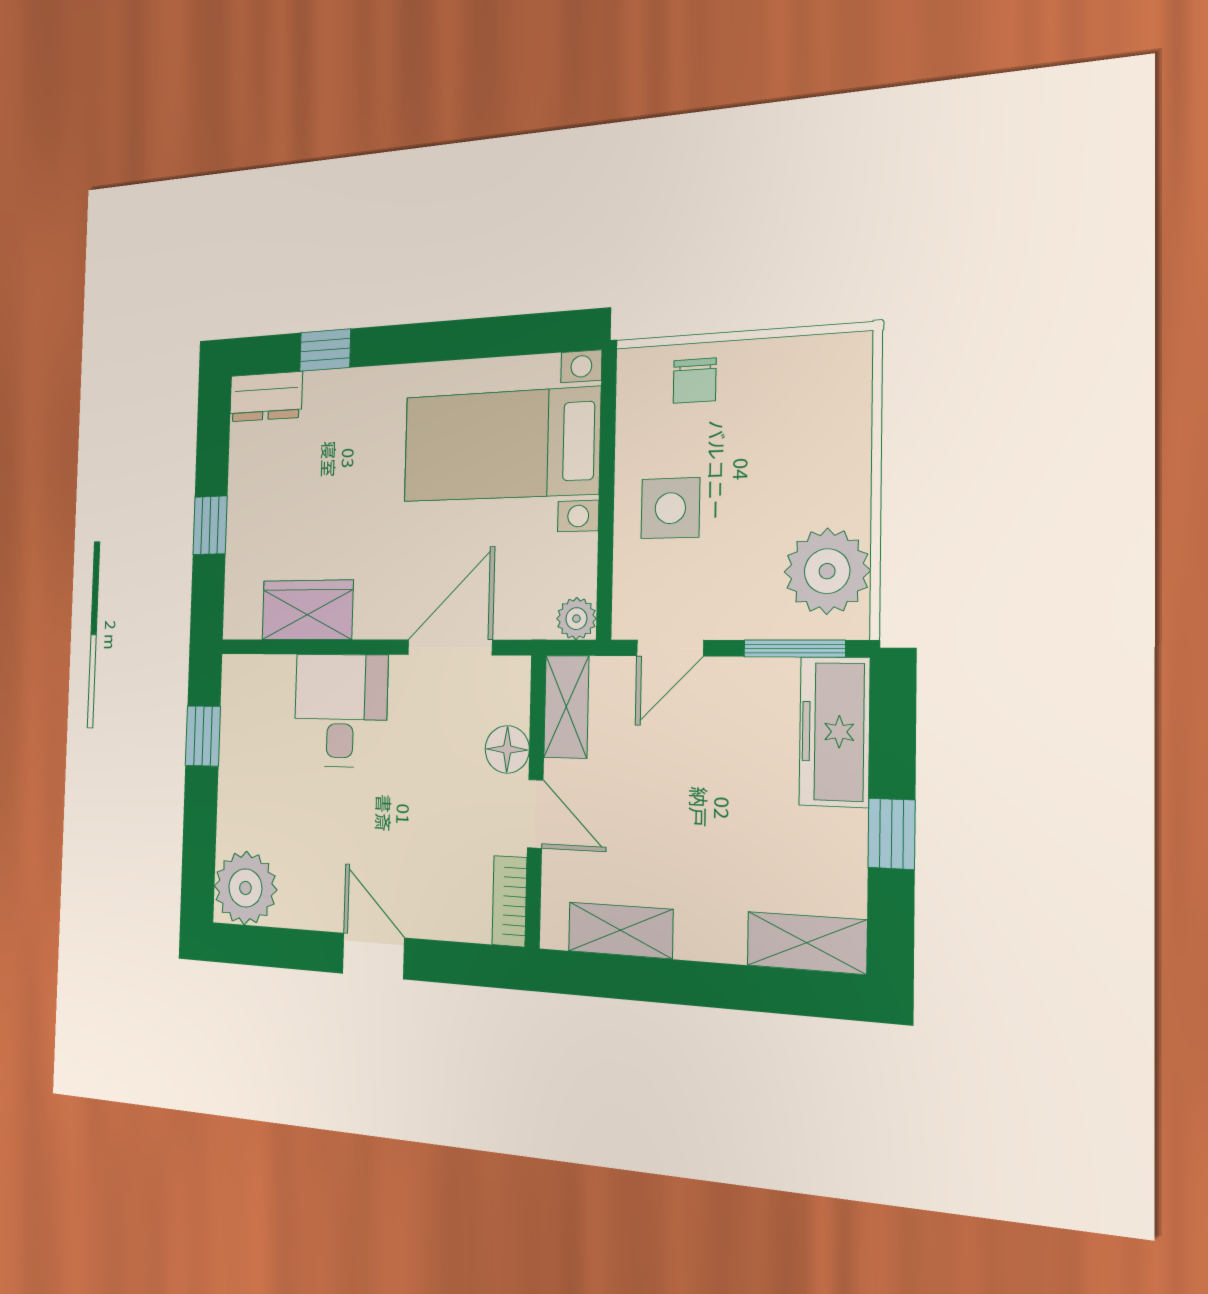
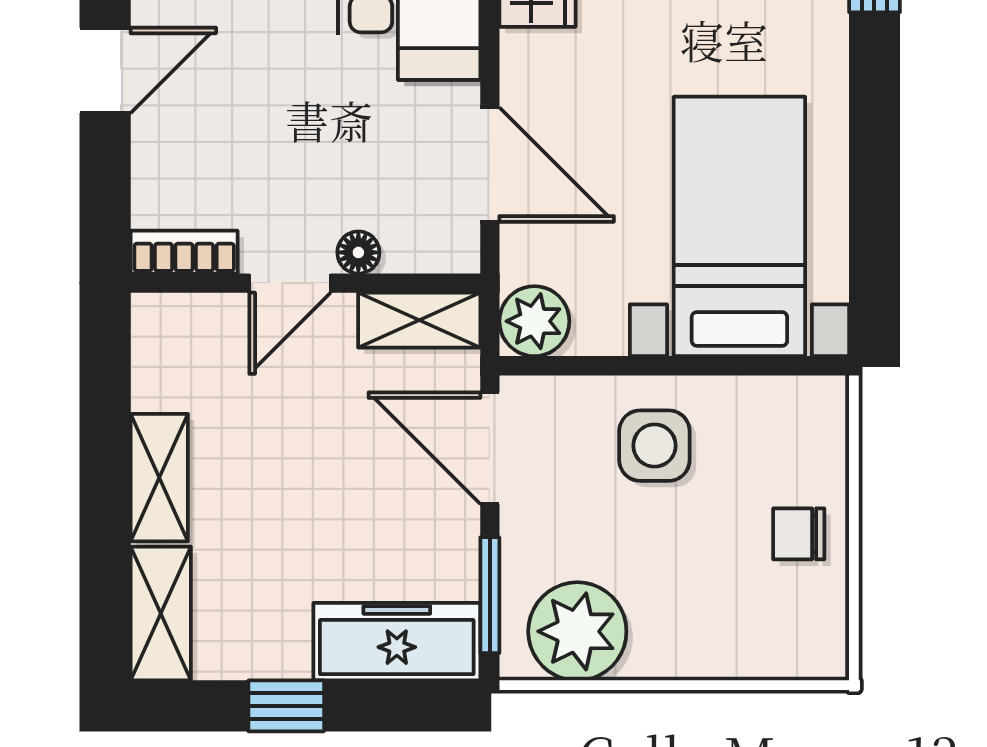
chair: (695, 381) -> (799, 534), moved
plant: (576, 619) -> (534, 321), width x1.38, depth x1.38
door: (670, 648) -> (490, 448), width x1.38
floor lamp: (507, 749) -> (358, 252), width x0.73, depth x0.73
shelving: (620, 930) -> (159, 478), moved

